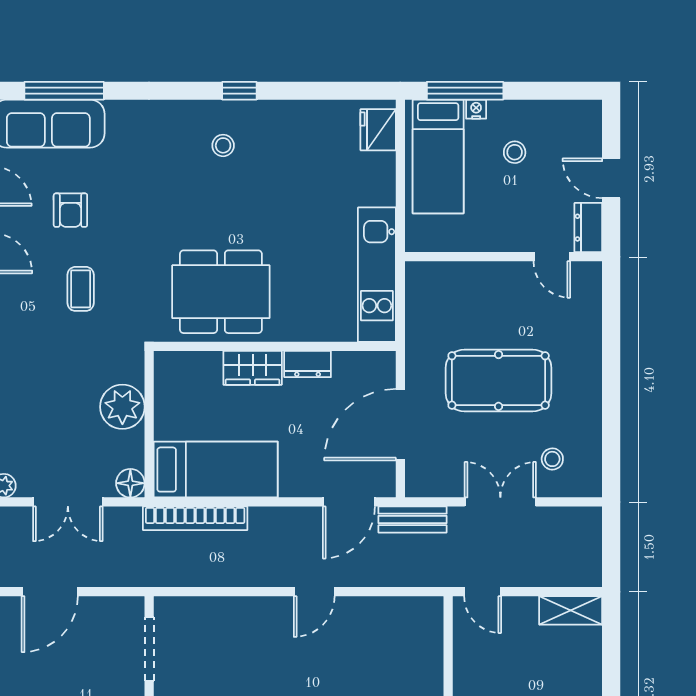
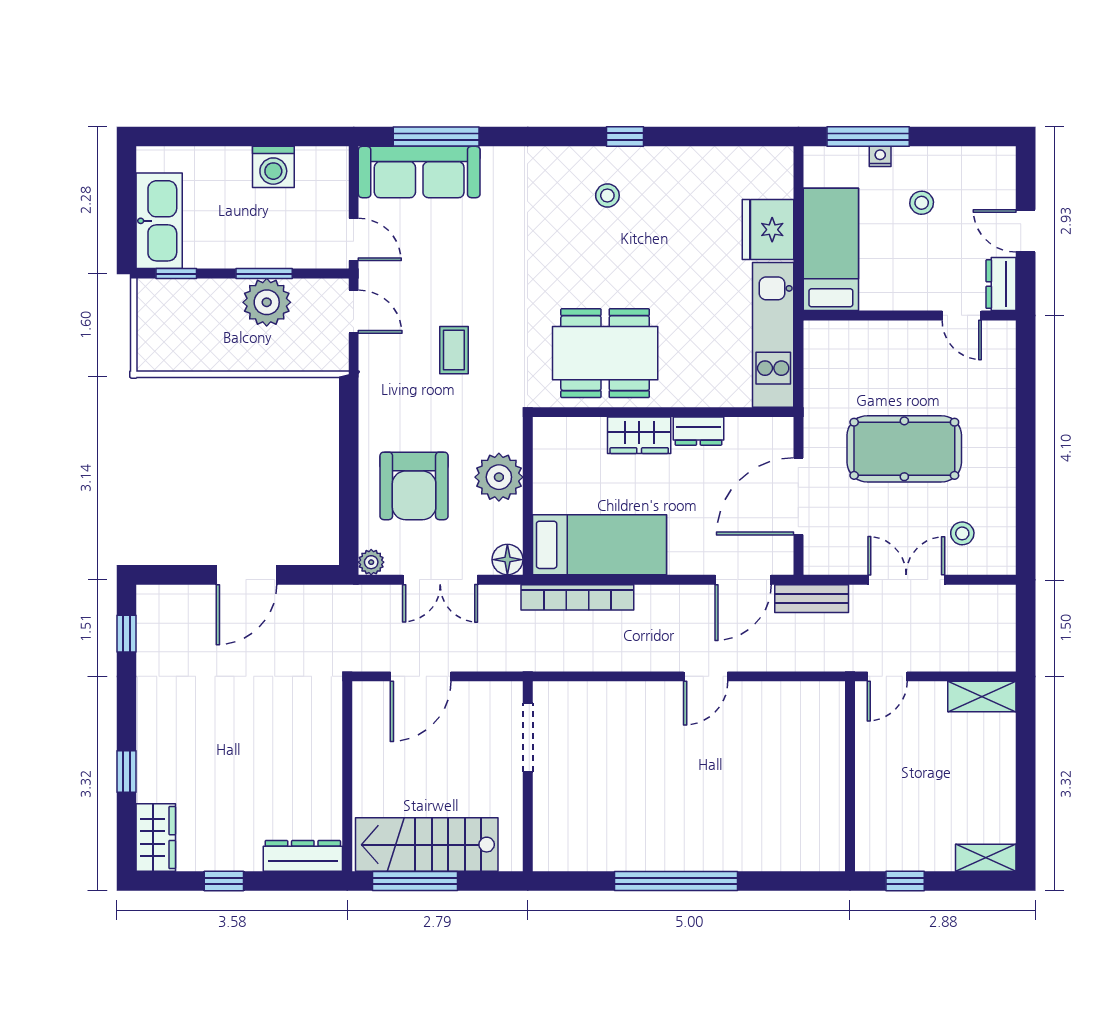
fridge: (378, 130) -> (768, 230), moved, width x1.36, depth x1.34
bed: (438, 157) -> (831, 249), moved, turned 180
armchair: (70, 210) -> (414, 486), moved, width x1.88, depth x1.88
door: (483, 592) -> (887, 676), hinge flipped

